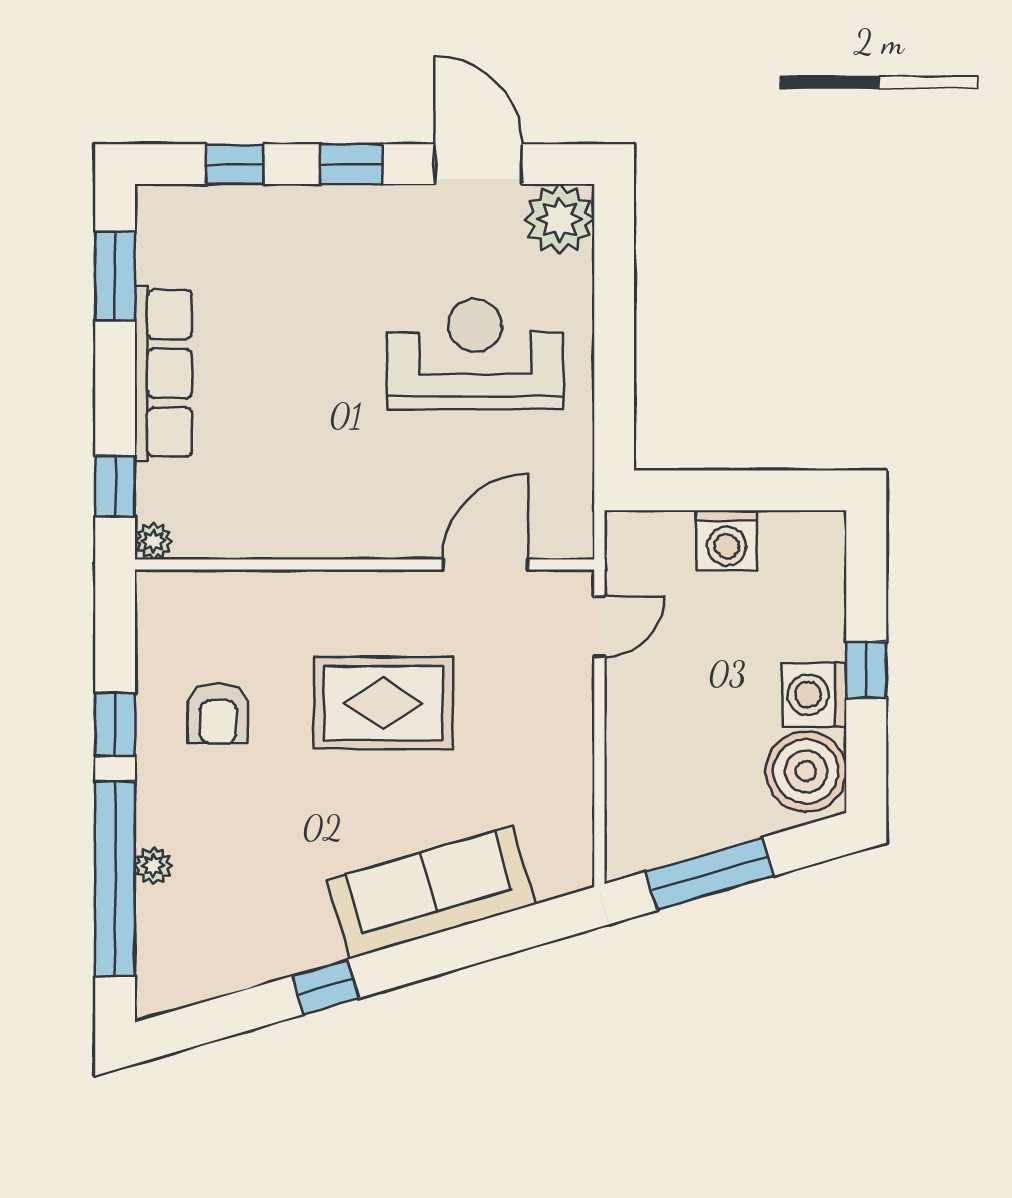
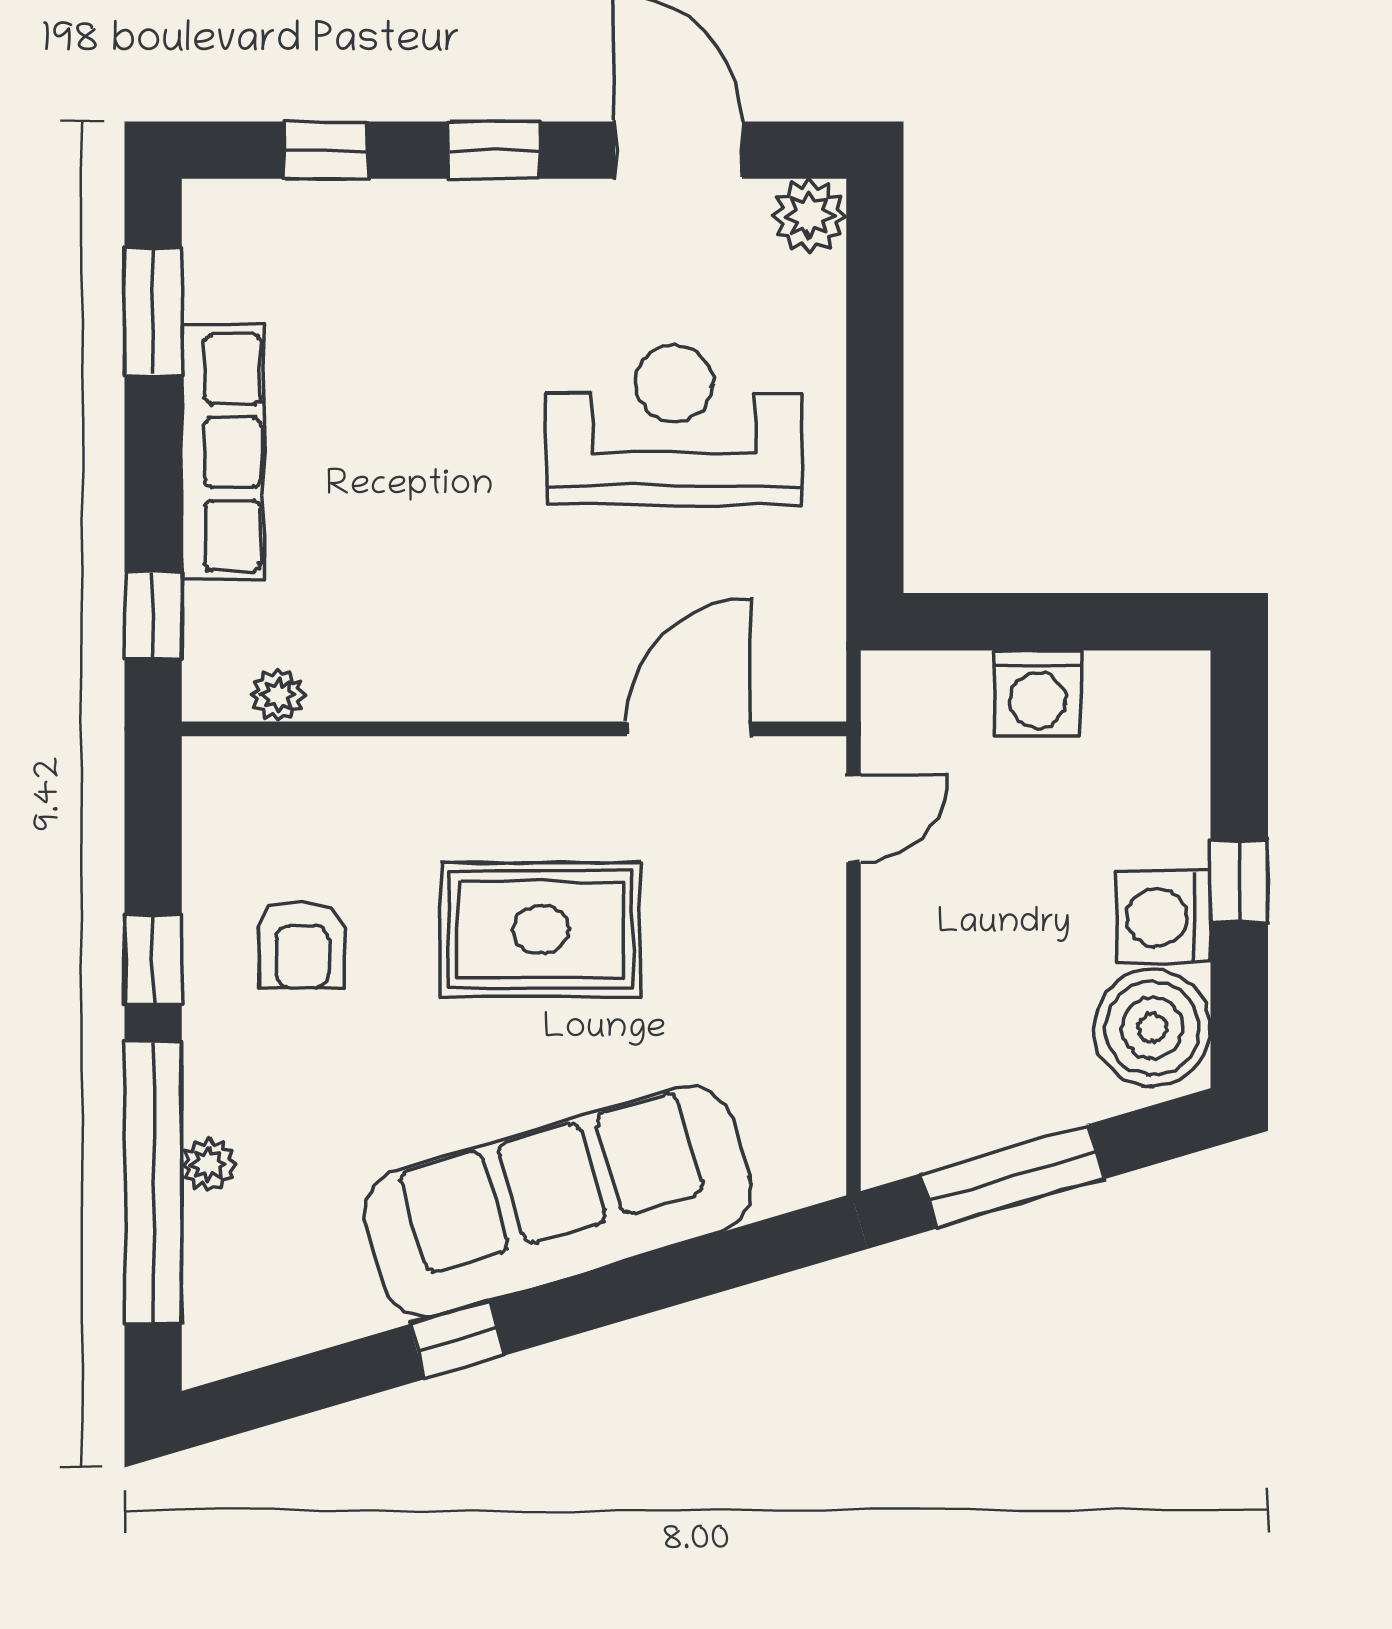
plant: (559, 219) -> (809, 216), width x0.73, depth x0.73
plant: (153, 541) -> (278, 695), moved
sofa: (431, 892) -> (558, 1202), width x1.36, depth x1.27

